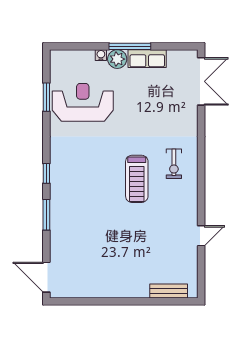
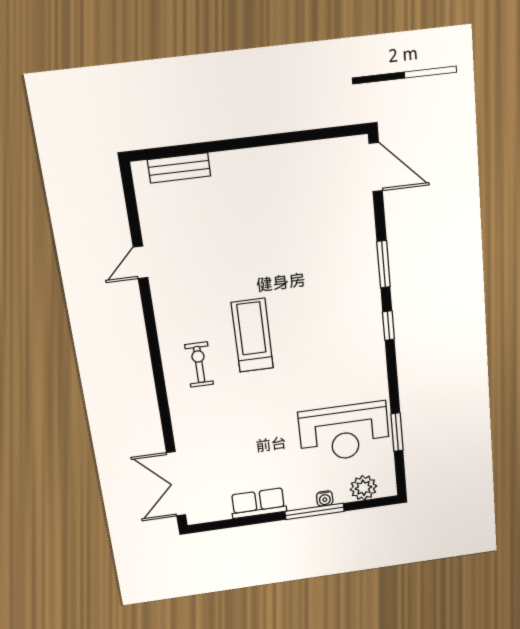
window: (130, 46) -> (315, 511), moved
plant: (117, 59) -> (363, 488), moved

